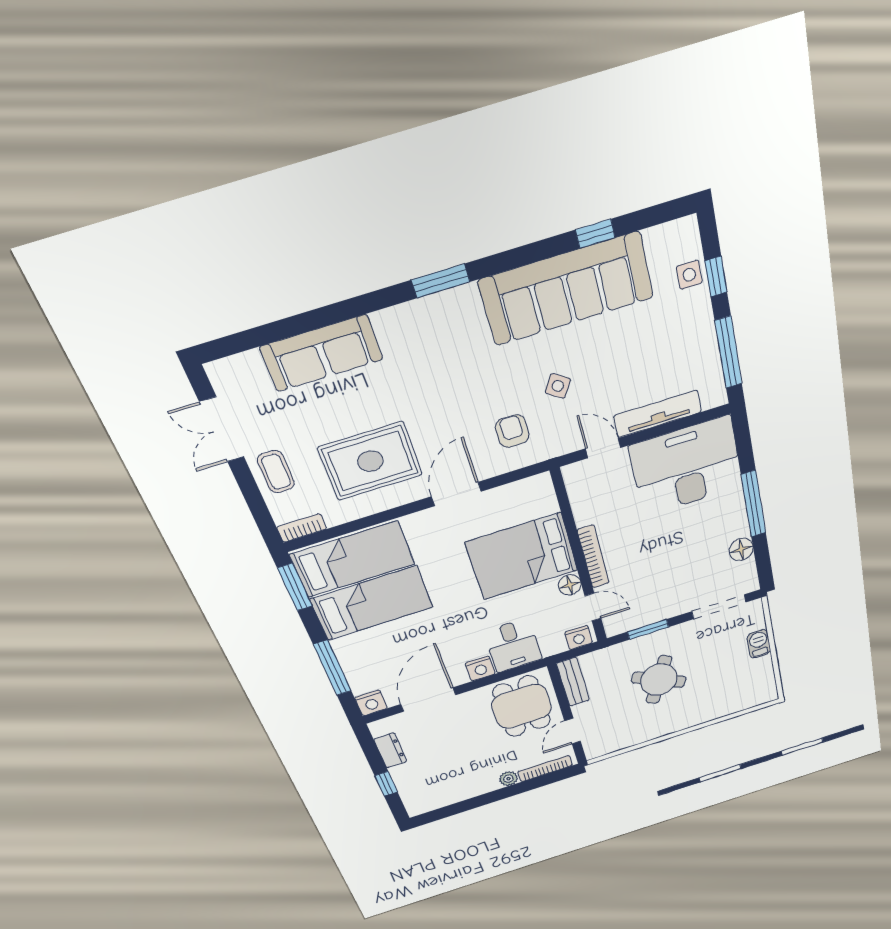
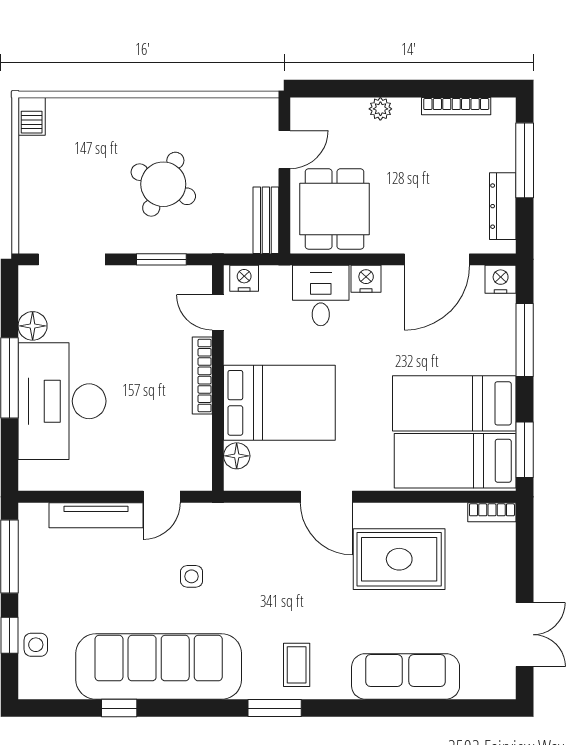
side table: (558, 386) -> (192, 576), turned -33
armchair: (512, 431) -> (250, 545), removed
door: (603, 448) -> (162, 497), hinge flipped
desk: (687, 466) -> (62, 401), moved, turned 90
coffee table: (276, 472) -> (297, 665), moved
door: (456, 494) -> (326, 497), hinge flipped
floor lamp: (570, 585) -> (237, 456), moved
barbecue: (759, 644) -> (32, 116), moved
dresser: (390, 750) -> (503, 206), width x1.44
bookcase: (545, 769) -> (456, 106), moved
window: (386, 784) -> (525, 160), width x2.17

